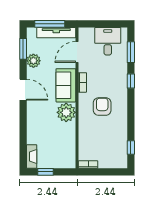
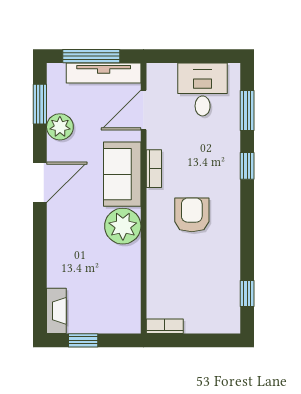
door: (23, 90) -> (40, 182), hinge flipped

